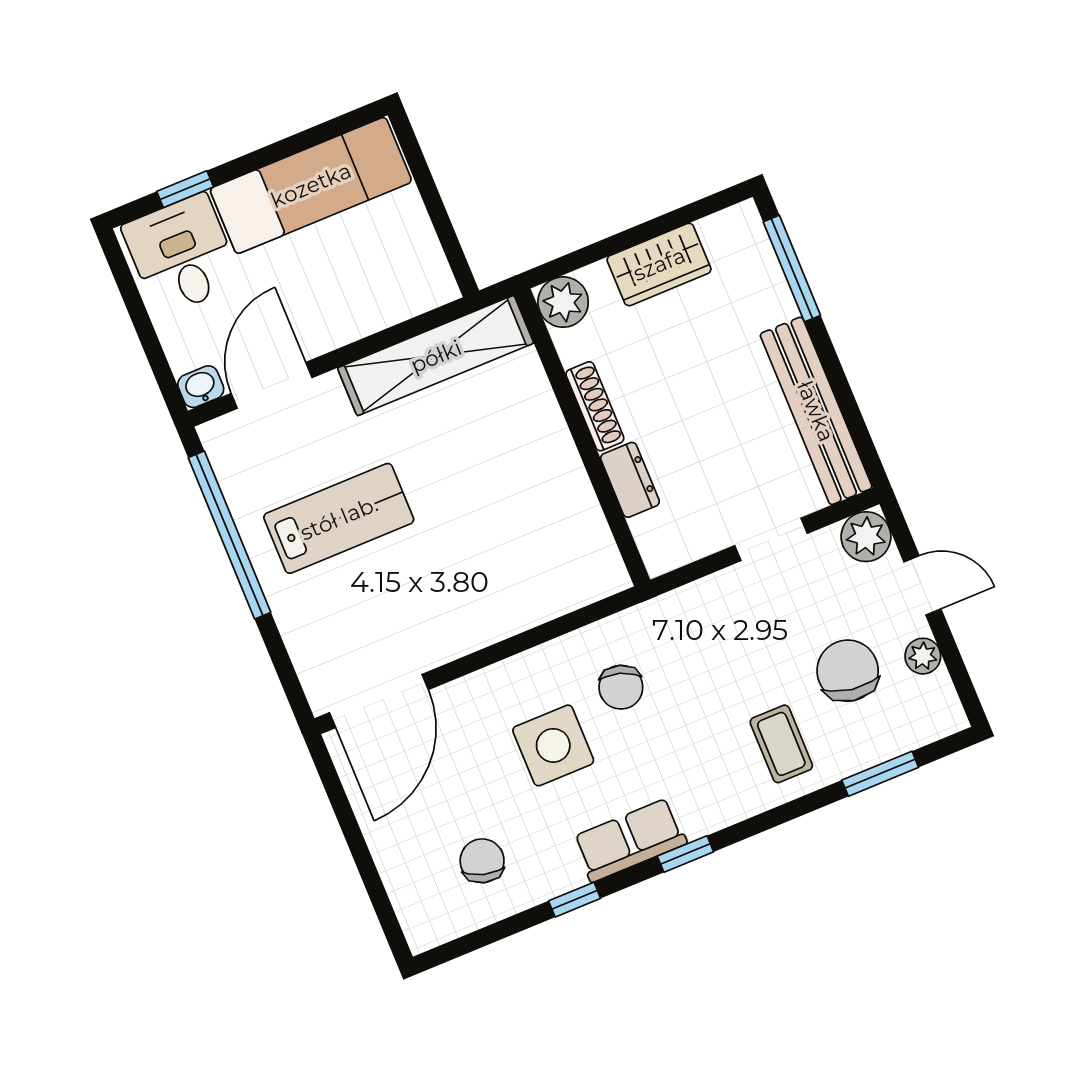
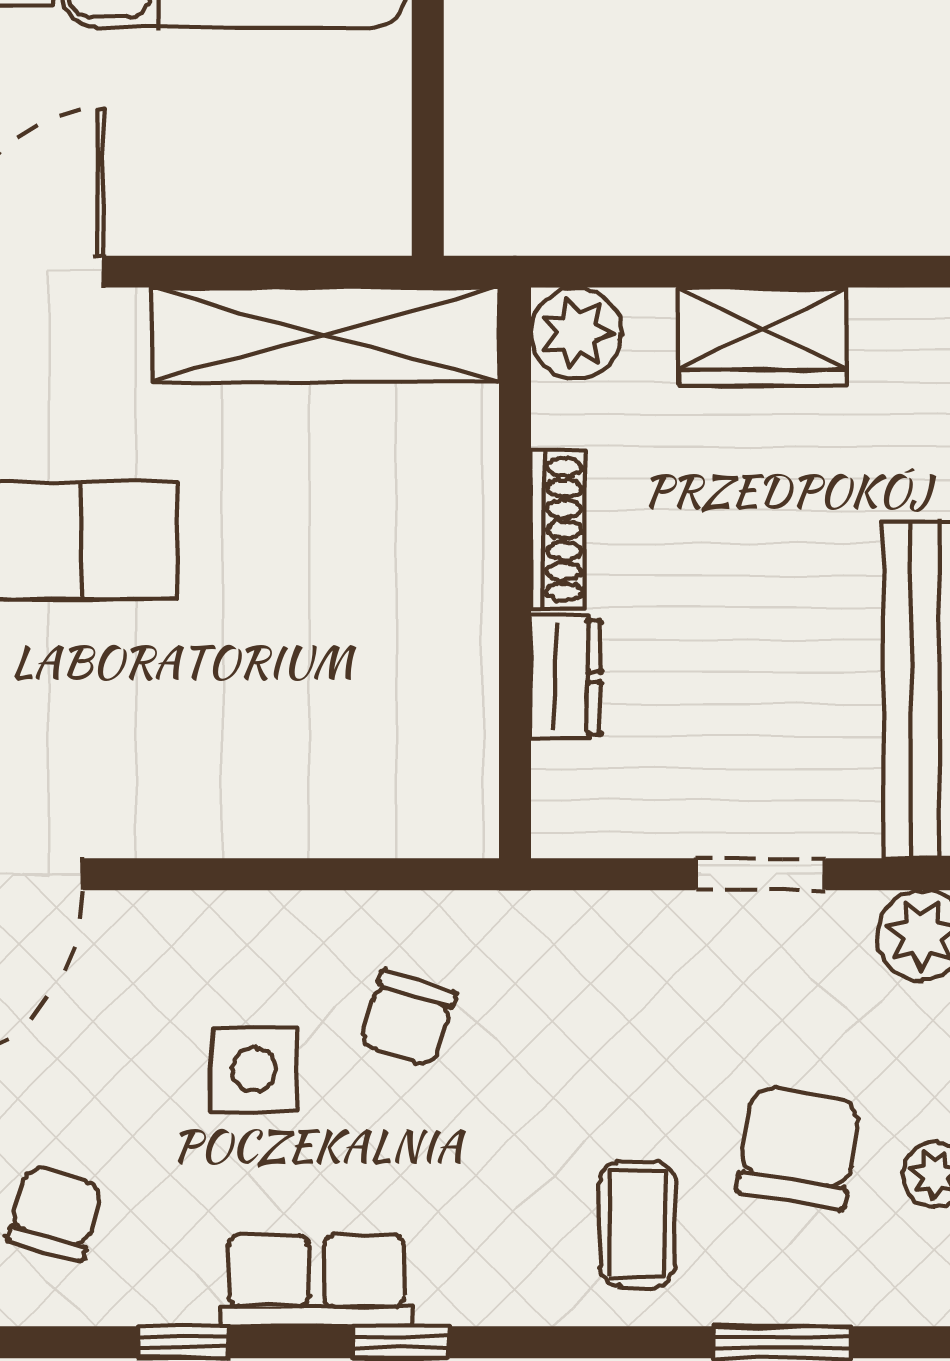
side table: (553, 745) -> (254, 1069), width x0.73, depth x0.73

